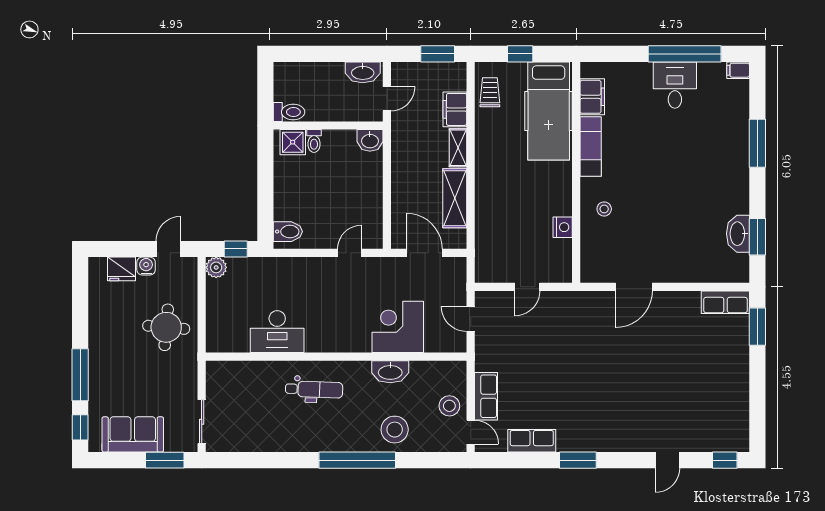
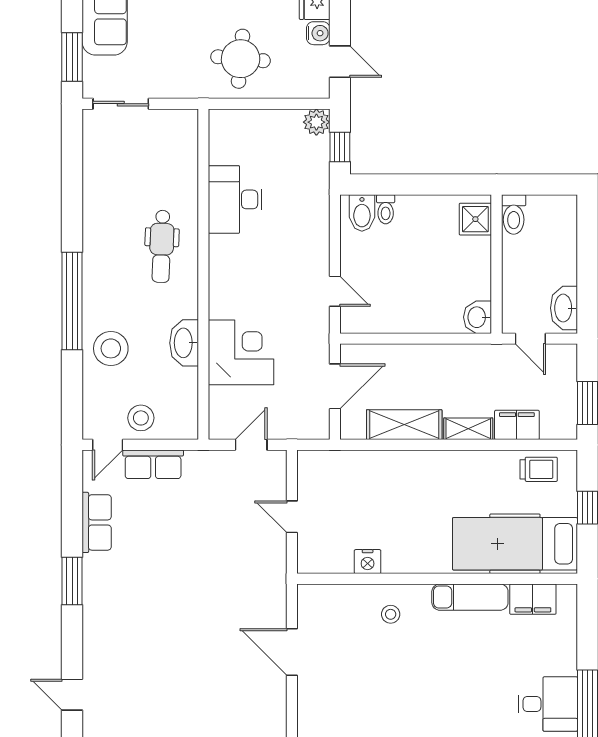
toilet: (314, 141) -> (386, 209), moved, turned -90

